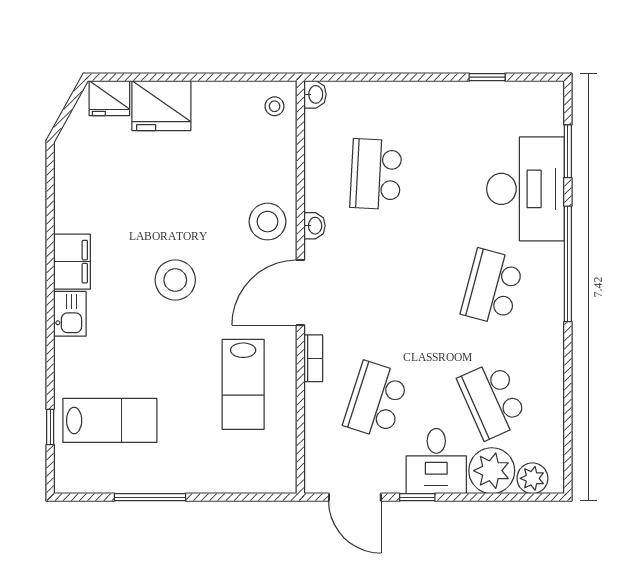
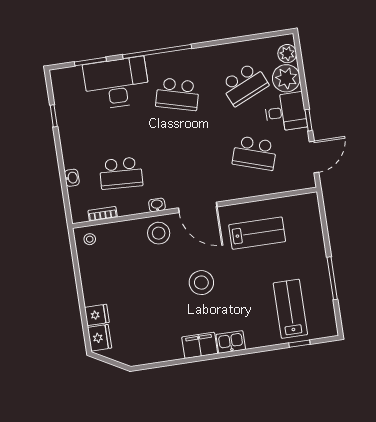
washbasin: (315, 94) -> (72, 178), moved, turned 90
fridge: (161, 106) -> (97, 315), width x0.53, depth x0.75
bookcase: (313, 358) -> (103, 214), moved

